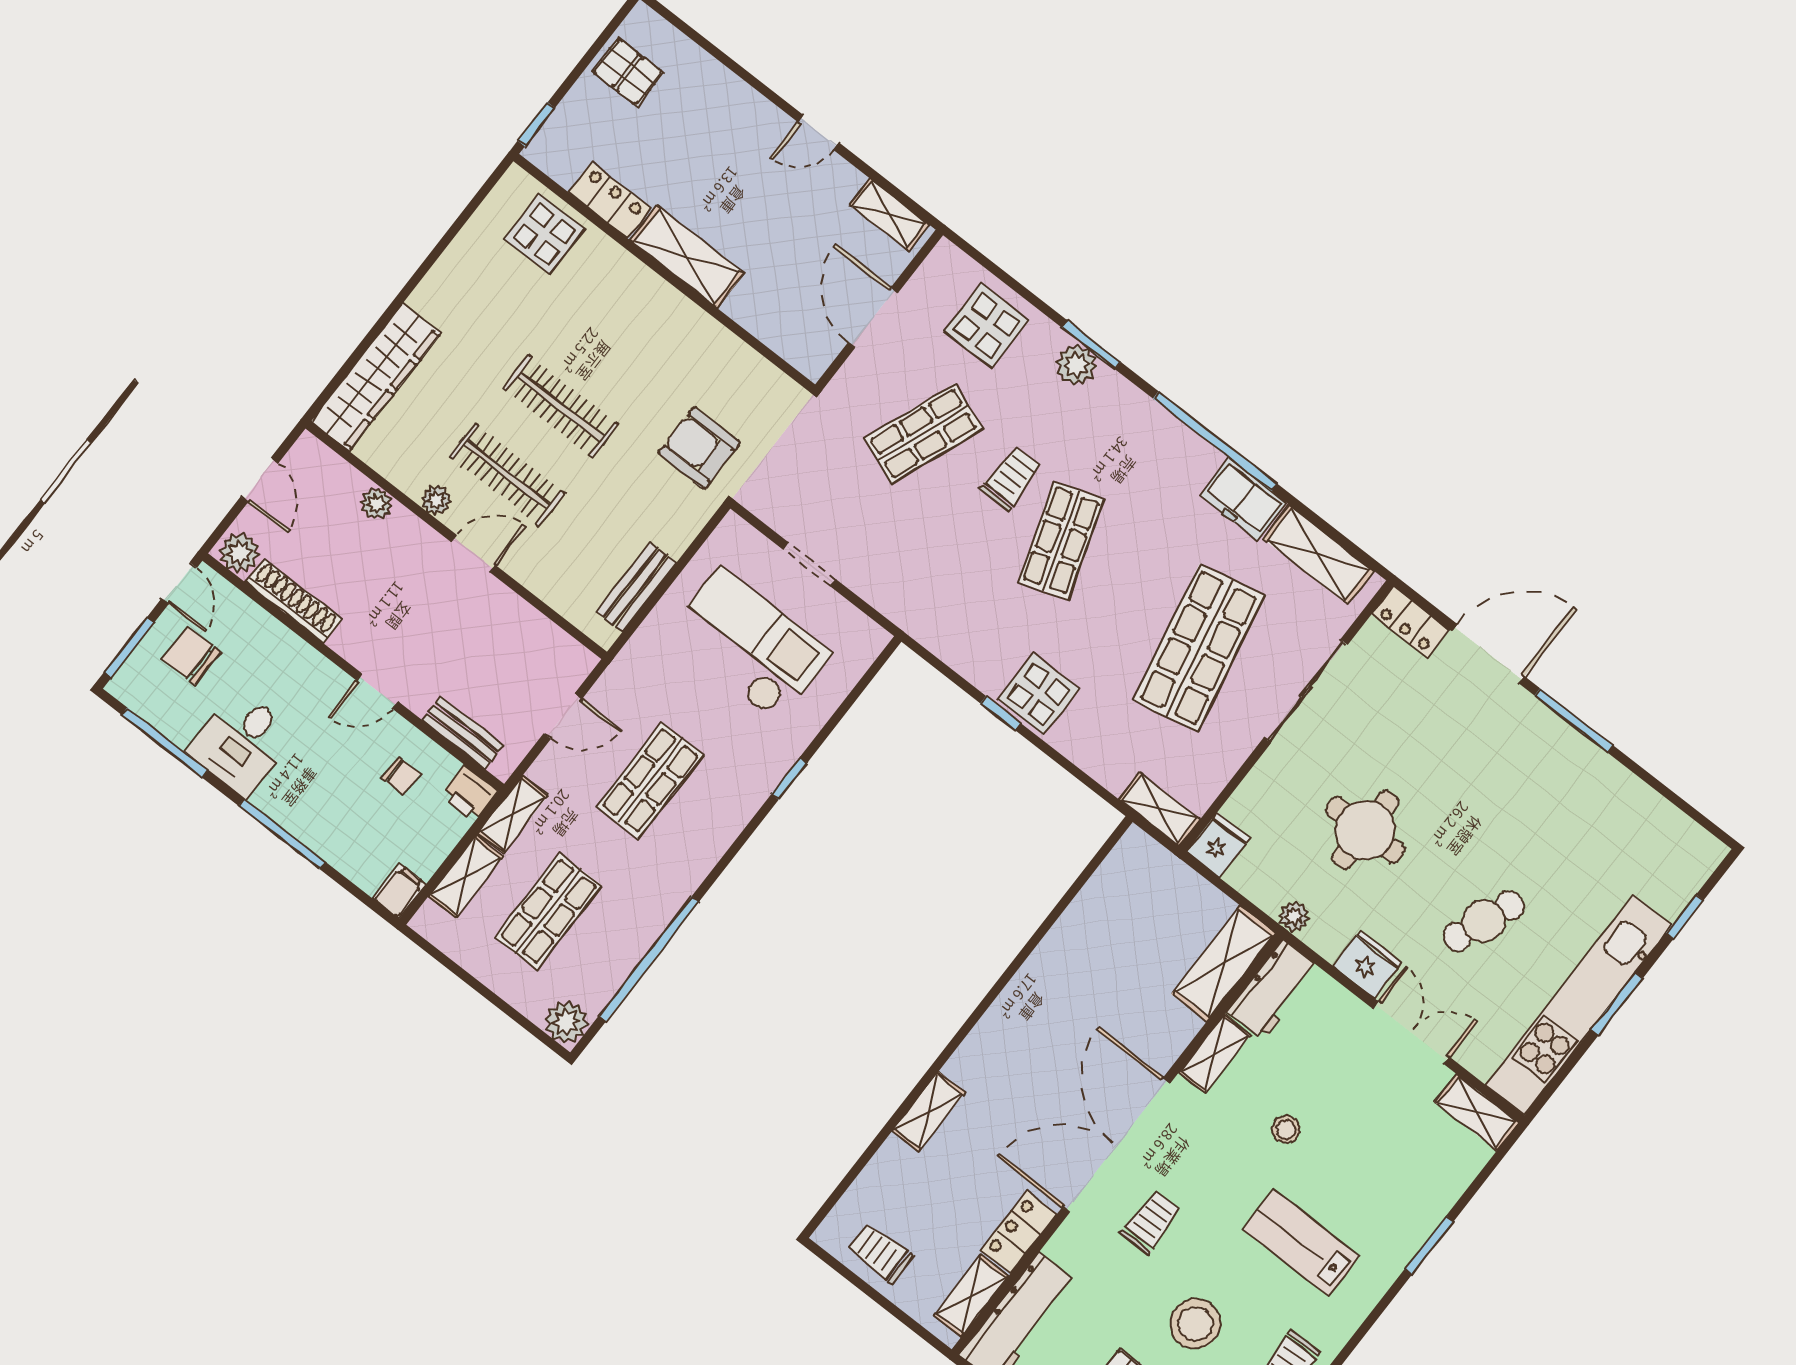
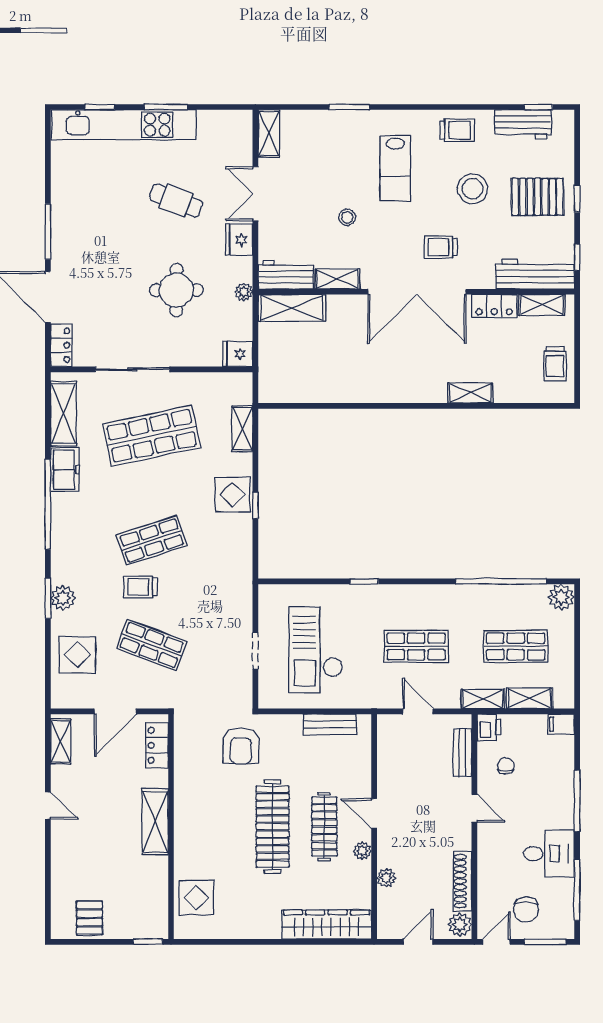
locker: (609, 200) -> (157, 745), moved
clothes rail: (560, 407) -> (273, 827), width x1.37, depth x1.31
shelving: (1160, 809) -> (242, 429), moved
kitchen unit: (1579, 1005) -> (124, 125), moved

